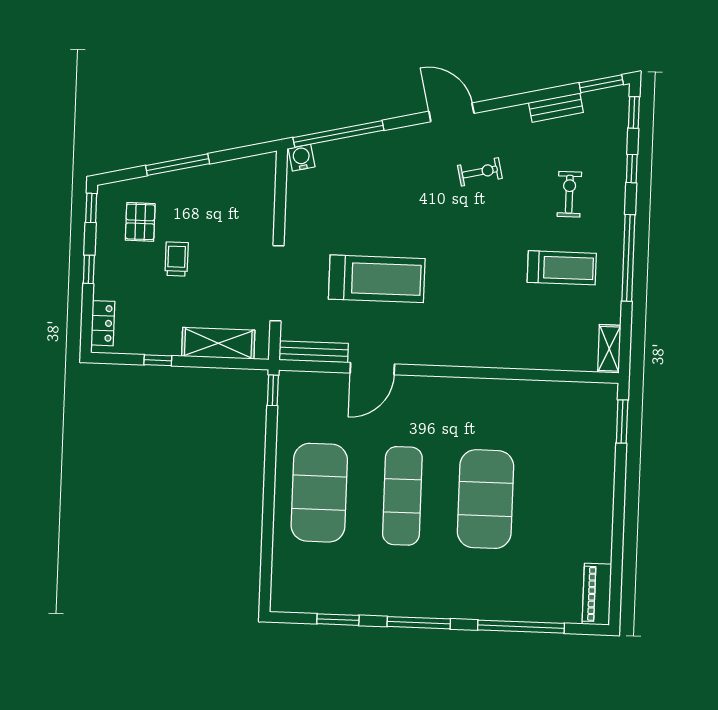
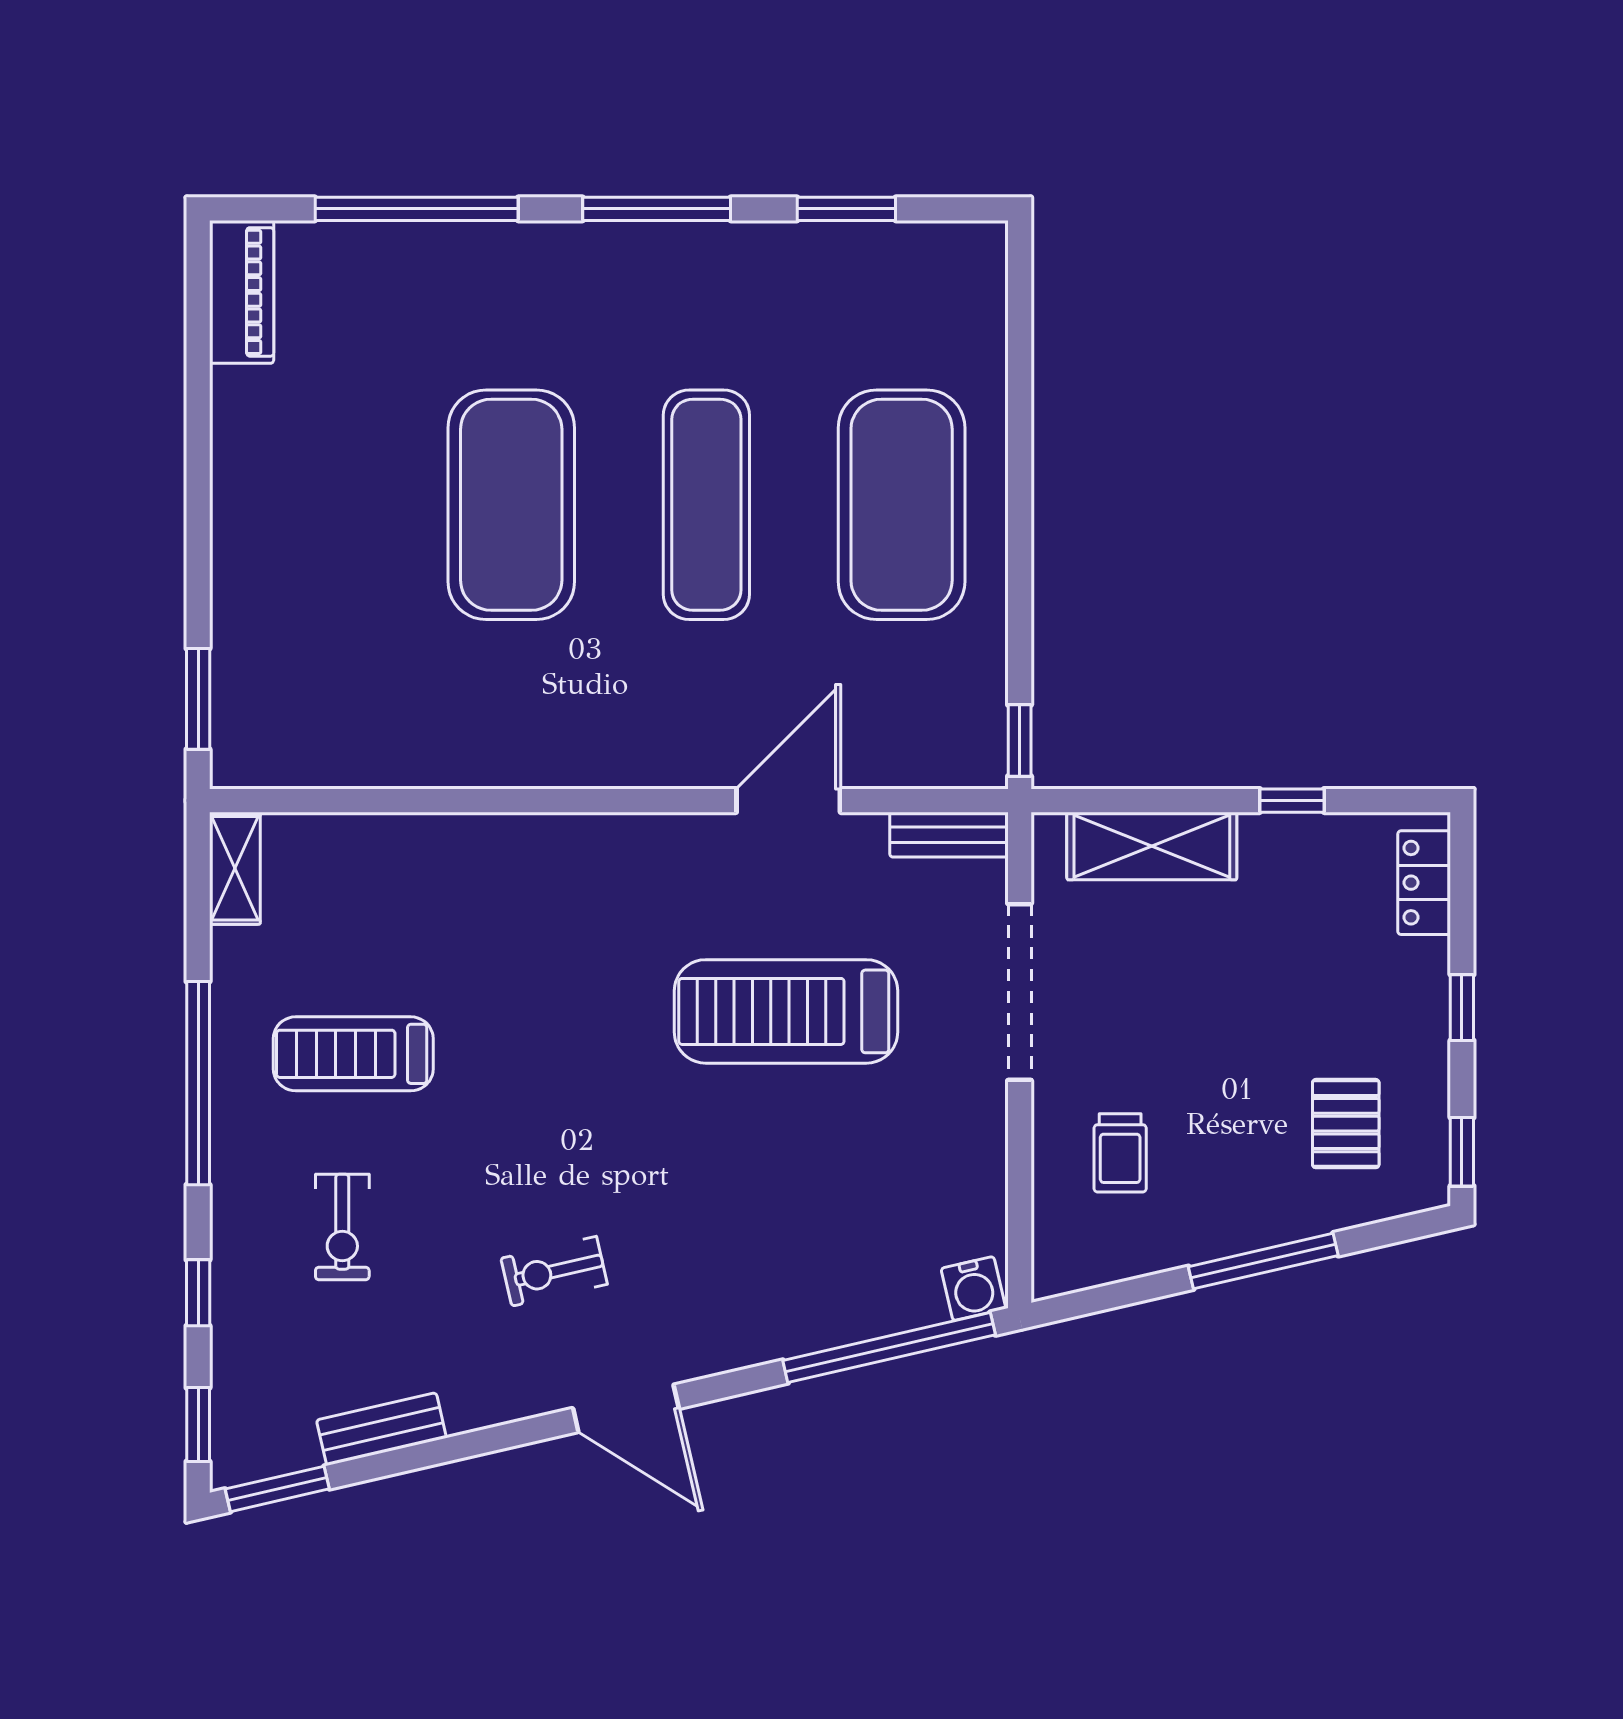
trolley: (177, 259) -> (1120, 1153), moved
bench: (314, 352) -> (949, 835), width x0.73

